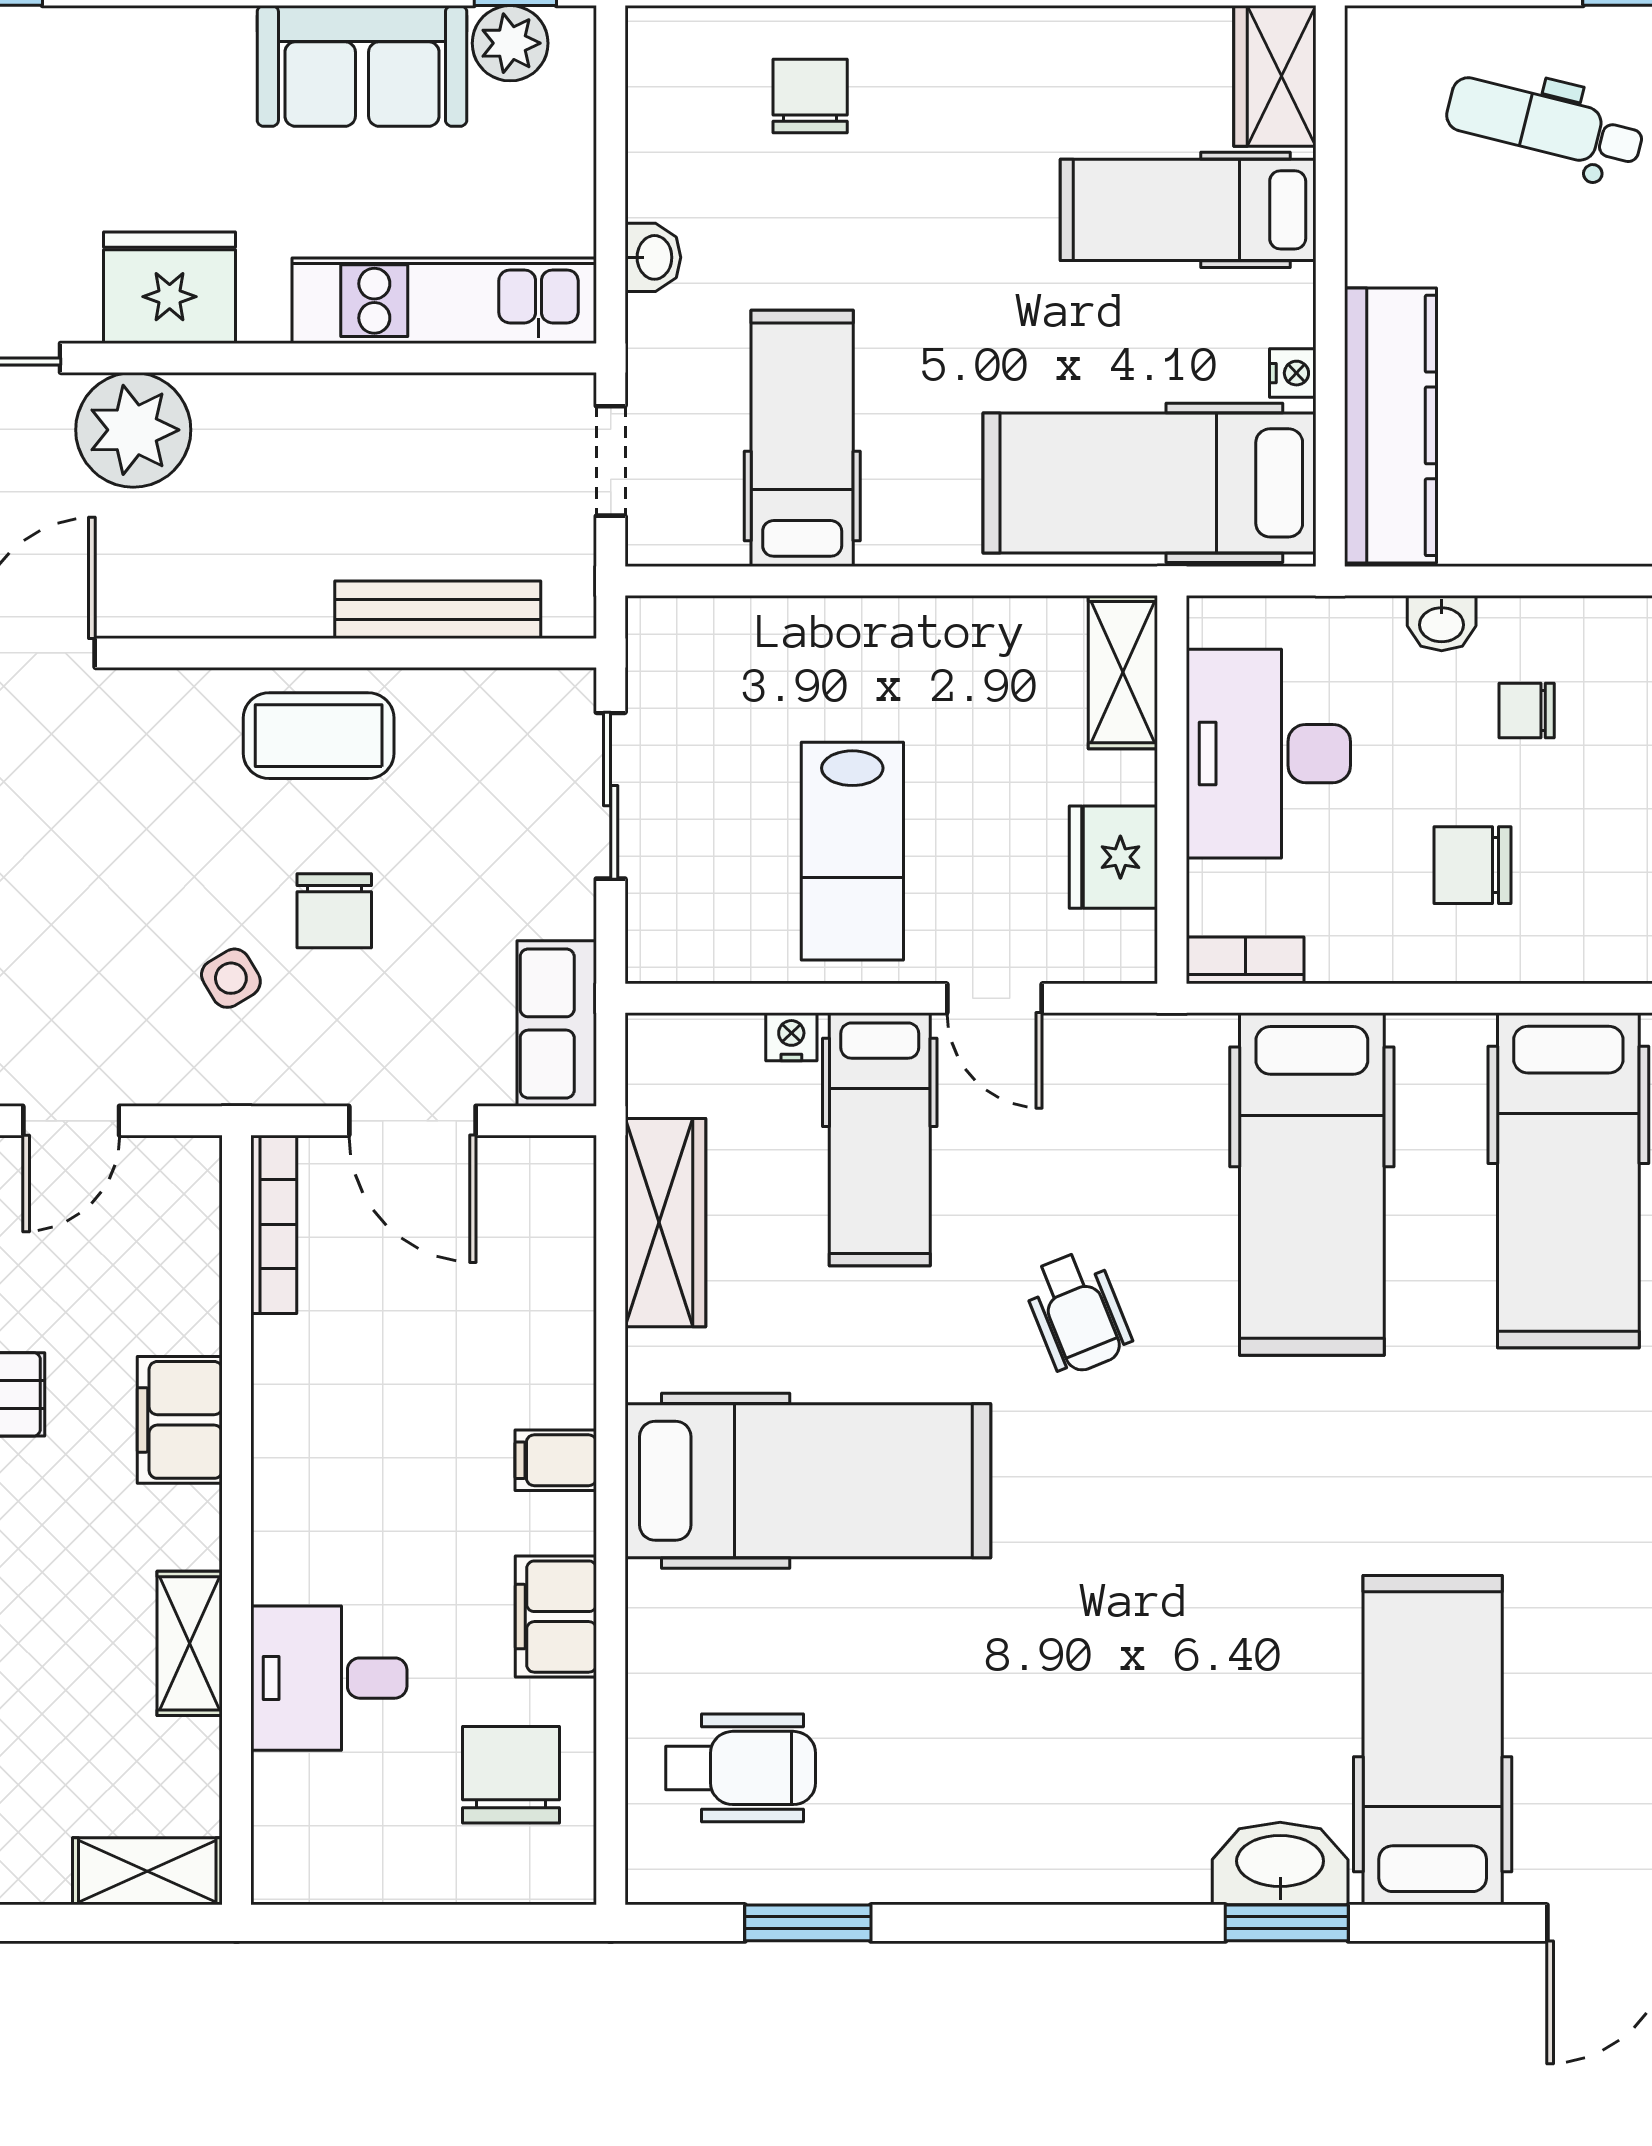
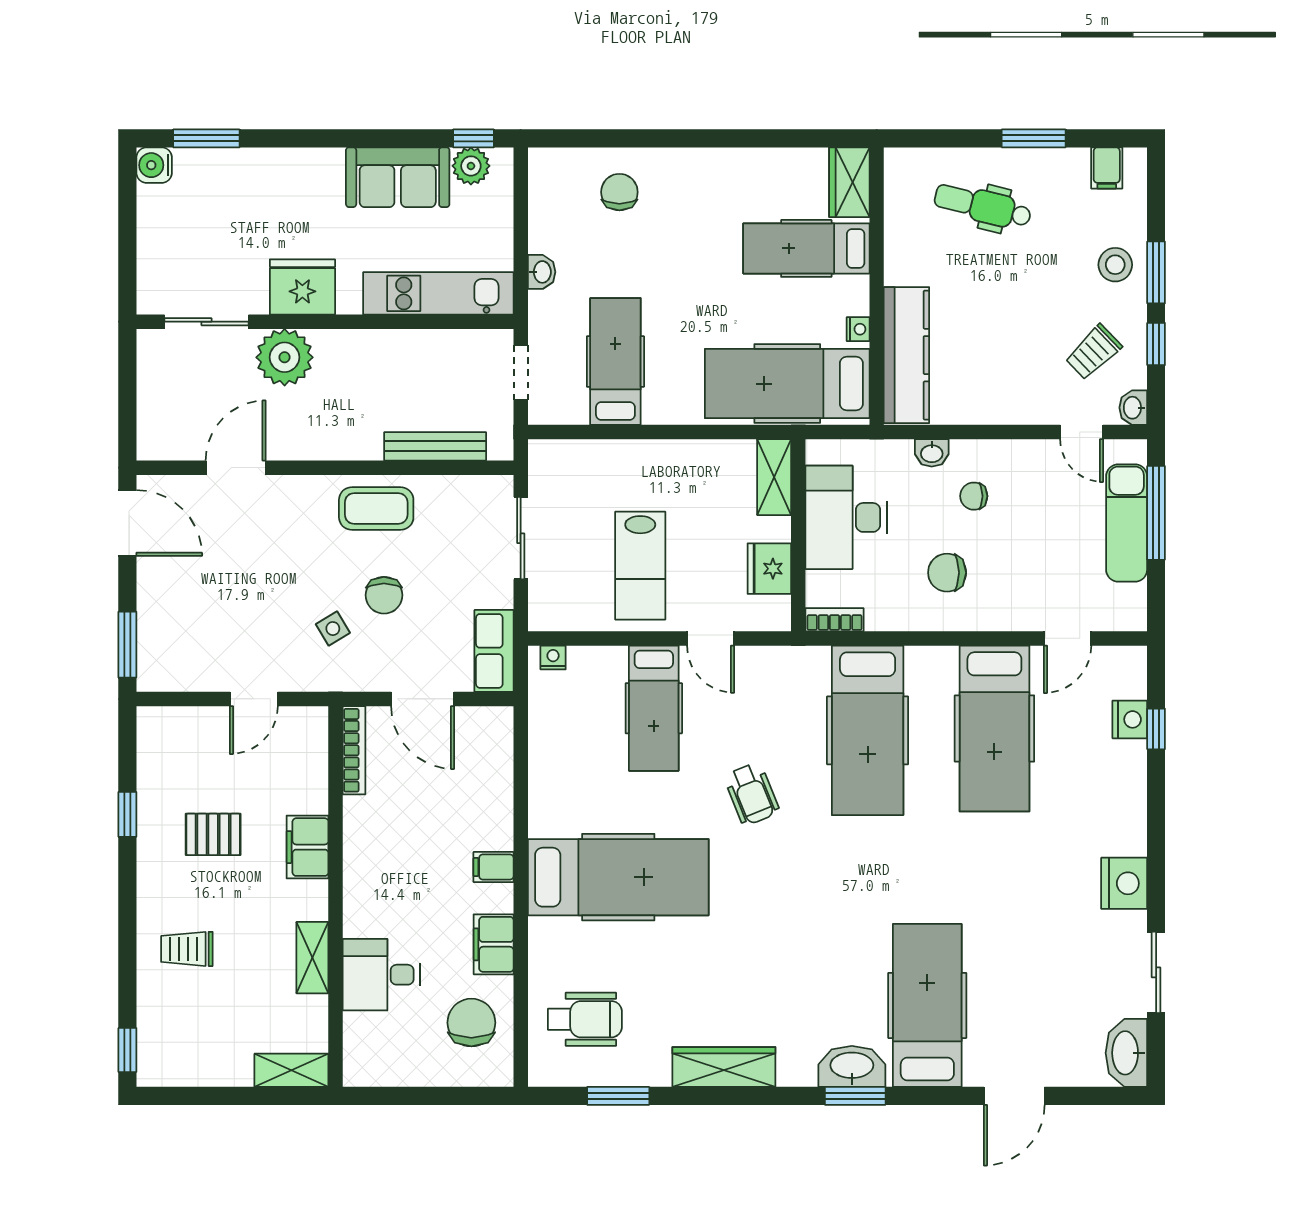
nightstand: (791, 1037) -> (553, 658), moved
wardrobe: (665, 1223) -> (724, 1067), moved, turned -90

